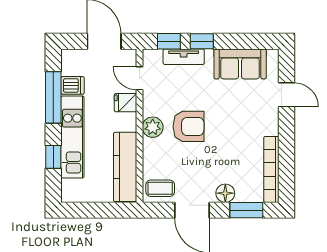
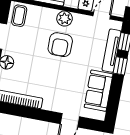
tv unit: (184, 57) -> (112, 51), width x1.41

